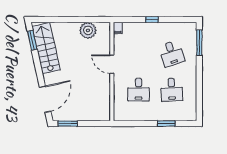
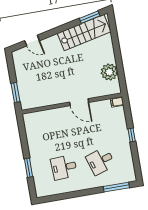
door: (112, 64) -> (79, 102), swing flipped
desk: (139, 90) -> (58, 134), removed
door: (45, 99) -> (32, 41), width x0.53
window: (68, 124) -> (16, 93), moved

